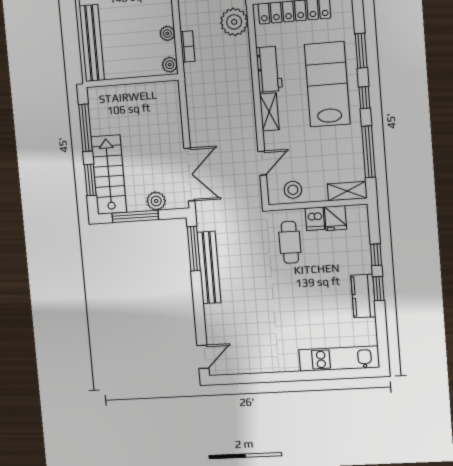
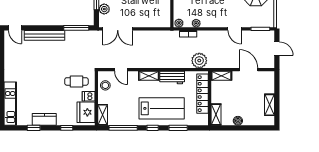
fridge: (335, 218) -> (86, 112), width x1.88, depth x1.34
bench: (209, 267) -> (44, 35), moved
window: (379, 289) -> (34, 128), moved

